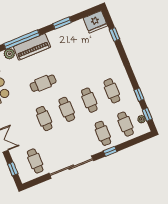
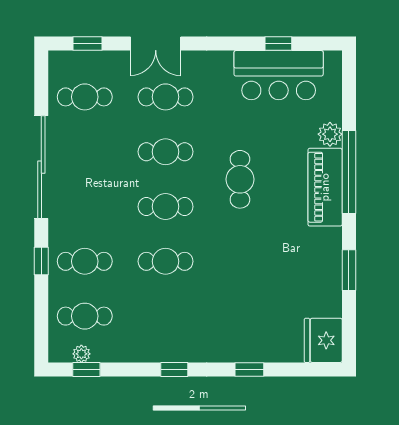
window: (115, 35) -> (249, 369), moved
cafe table: (112, 91) -> (166, 97), moved
window: (139, 95) -> (174, 369), moved

